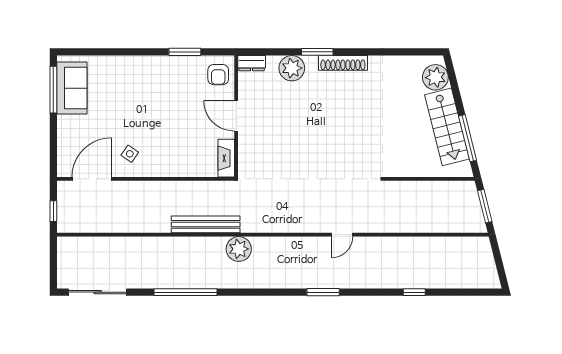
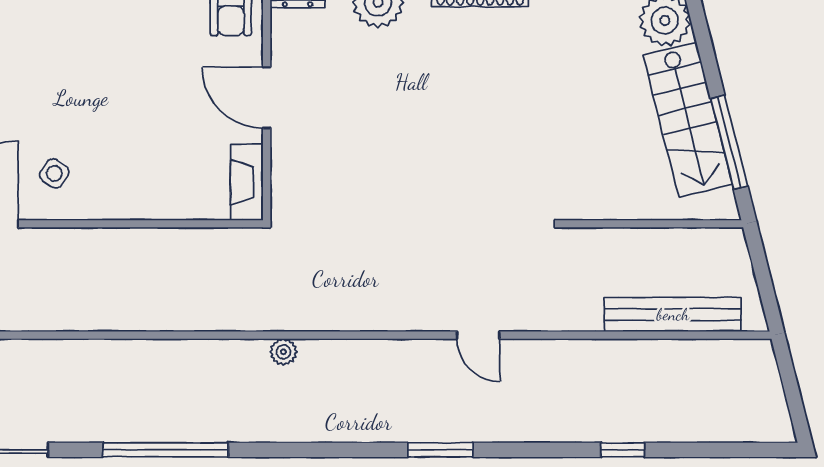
window: (485, 206) -> (763, 278), removed
bench: (206, 224) -> (673, 315), moved
door: (342, 235) -> (478, 335), hinge flipped
plant: (239, 249) -> (283, 352), width x0.53, depth x0.53

